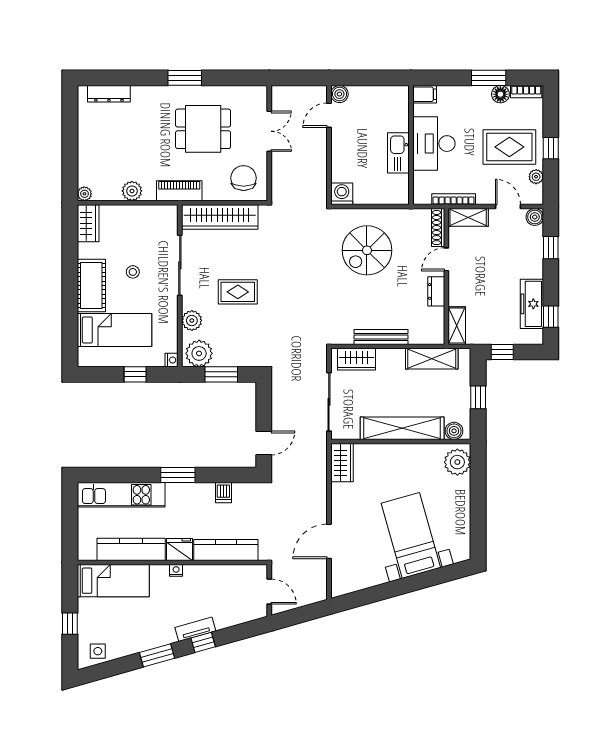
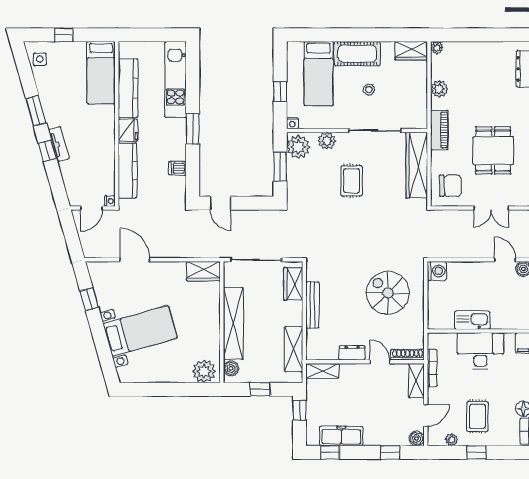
rug: (509, 147) -> (477, 416), width x0.73, depth x0.70
nightstand: (176, 570) -> (110, 201), moved
window: (374, 594) -> (89, 299), added

